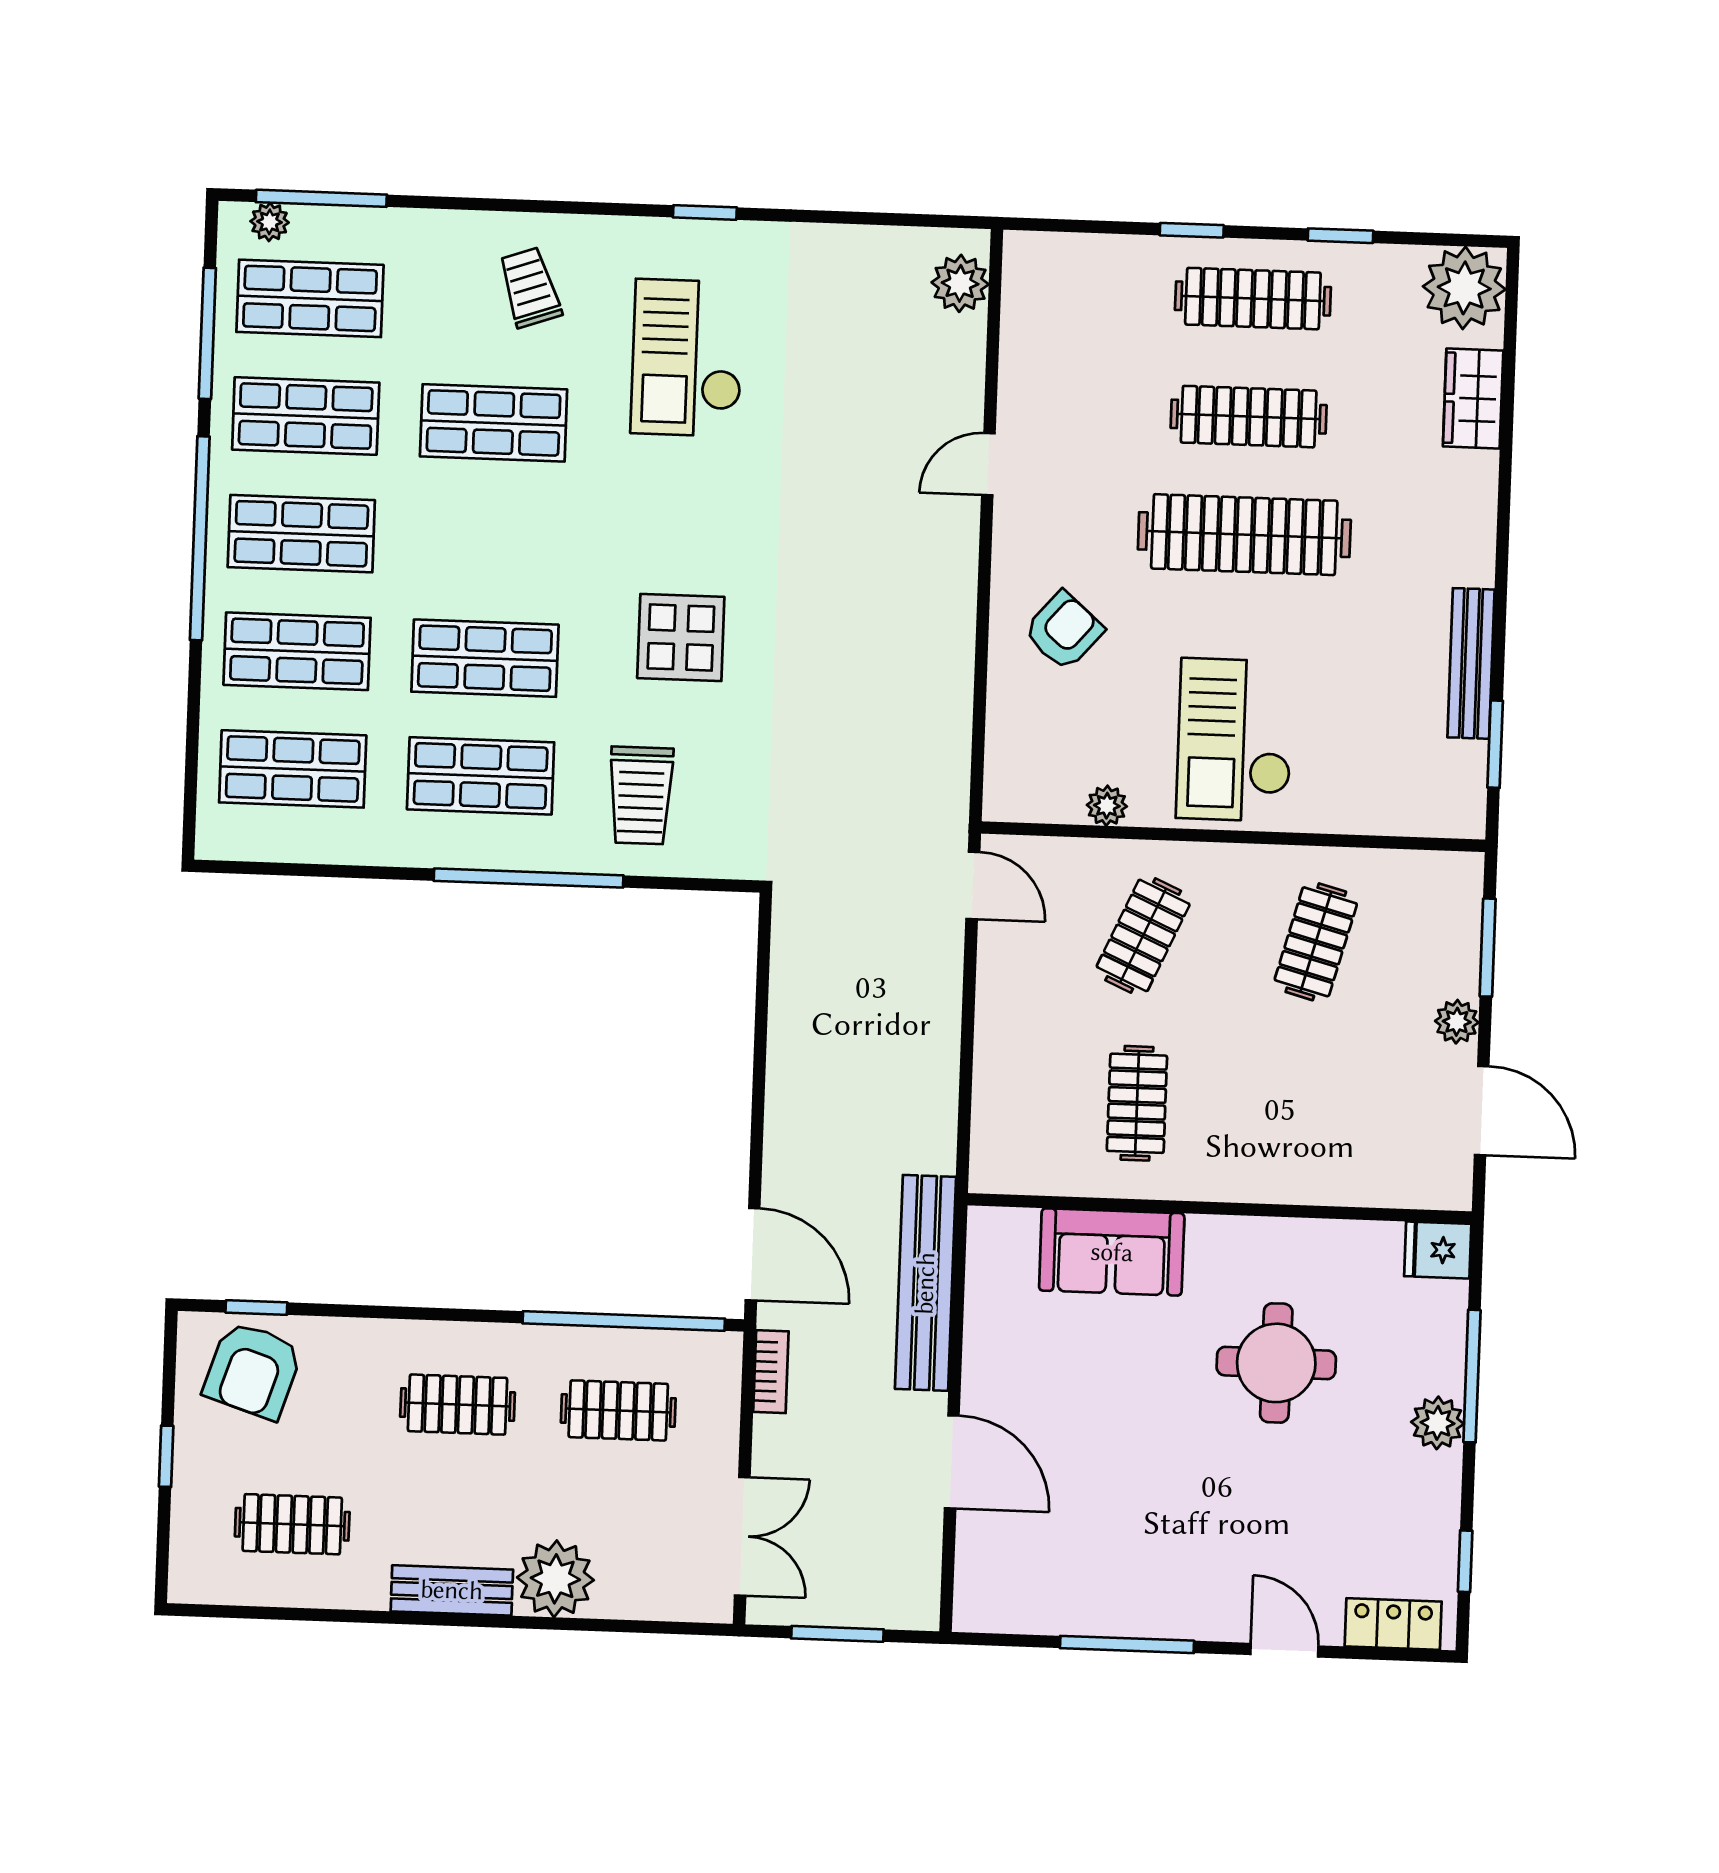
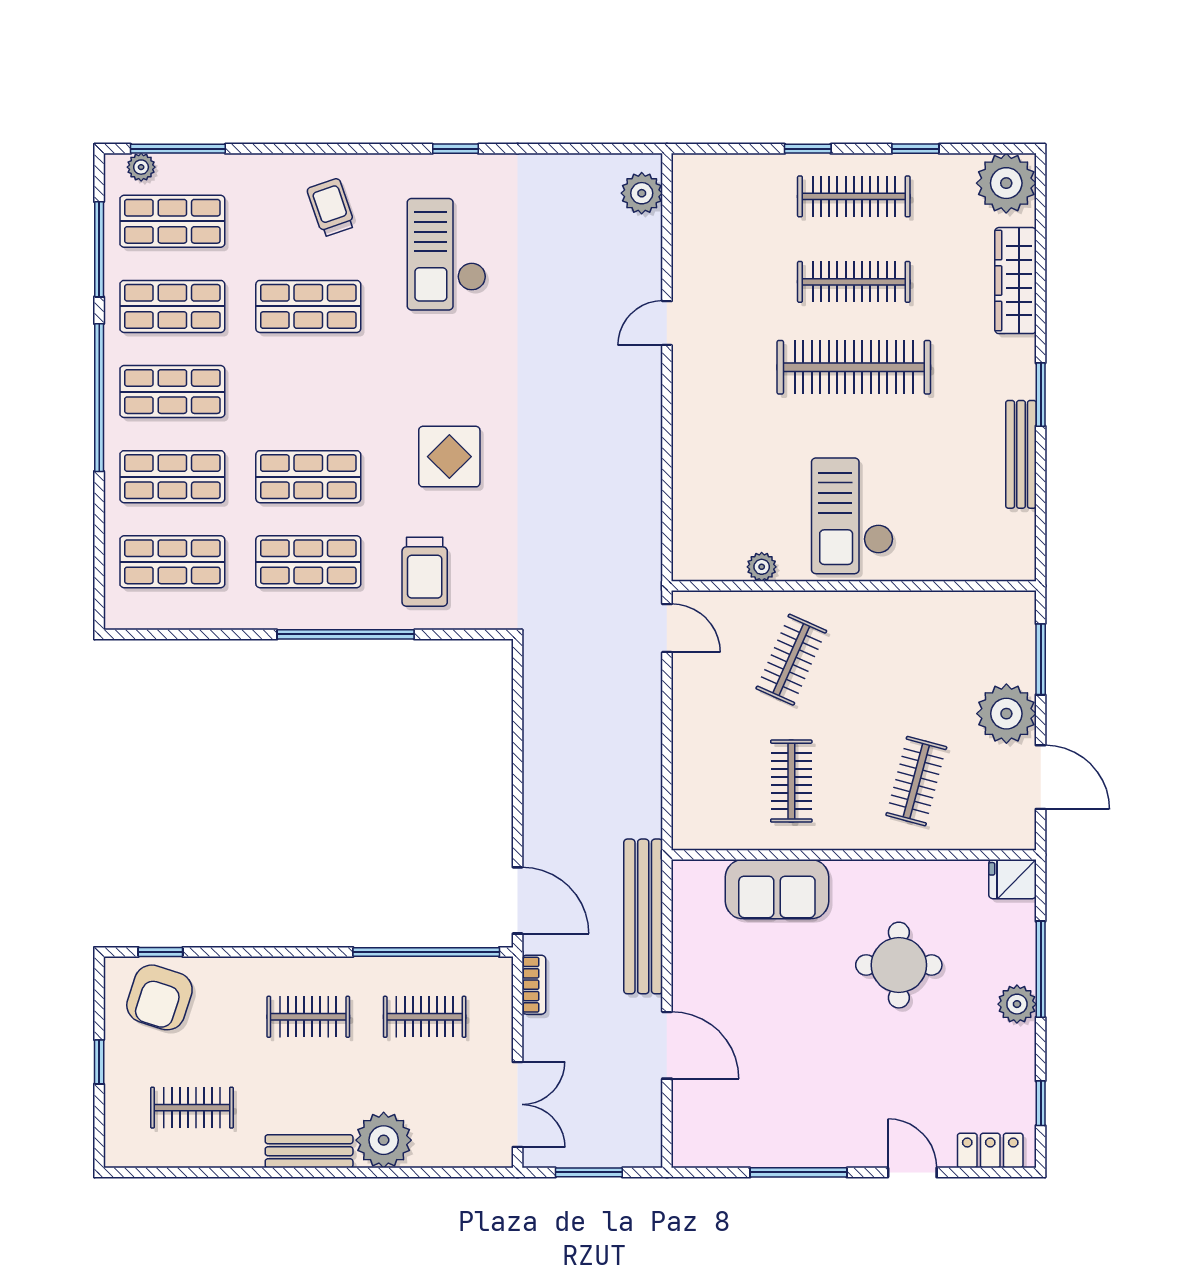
wardrobe: (1473, 398) -> (1016, 281), width x1.50
armchair: (1064, 631) -> (726, 441), removed
window: (1495, 744) -> (1041, 395), moved
clothes rail: (1316, 942) -> (916, 781), moved
plant: (1457, 1022) -> (1006, 714), width x1.87, depth x1.87

